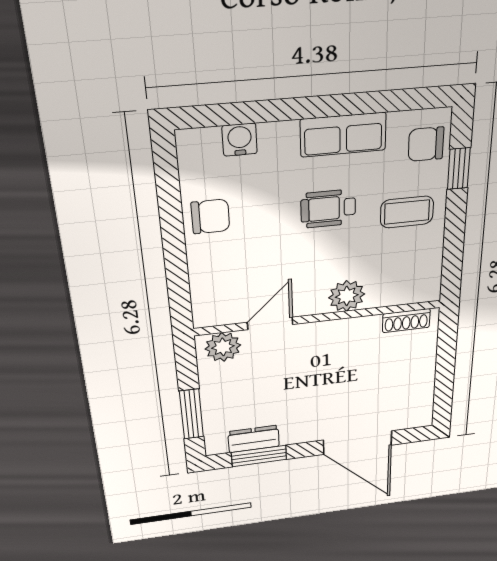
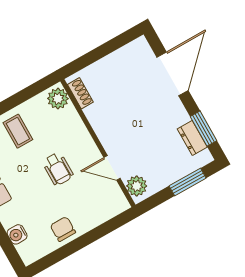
wheelchair: (328, 209) -> (58, 169), moved
plant: (347, 296) -> (58, 99), moved

